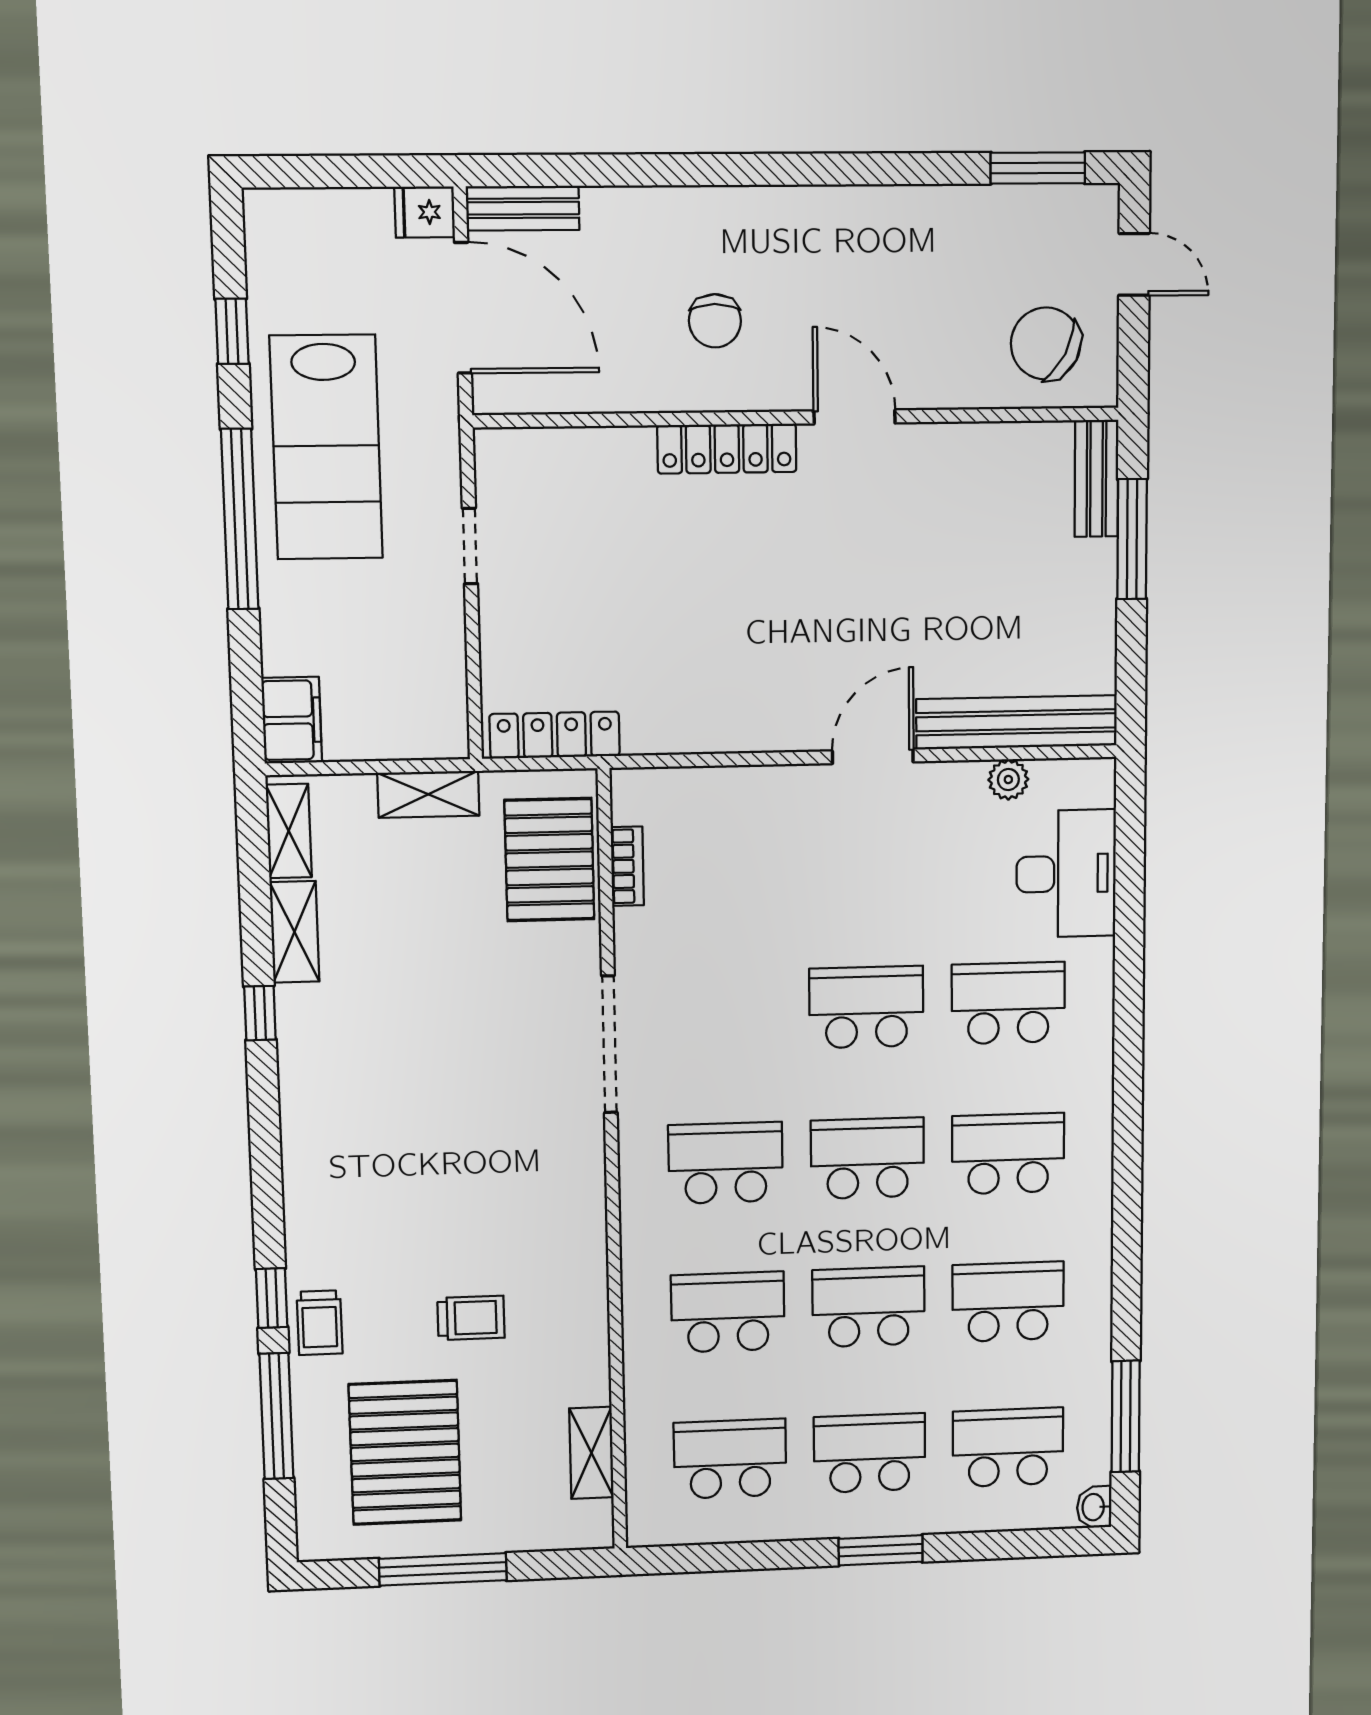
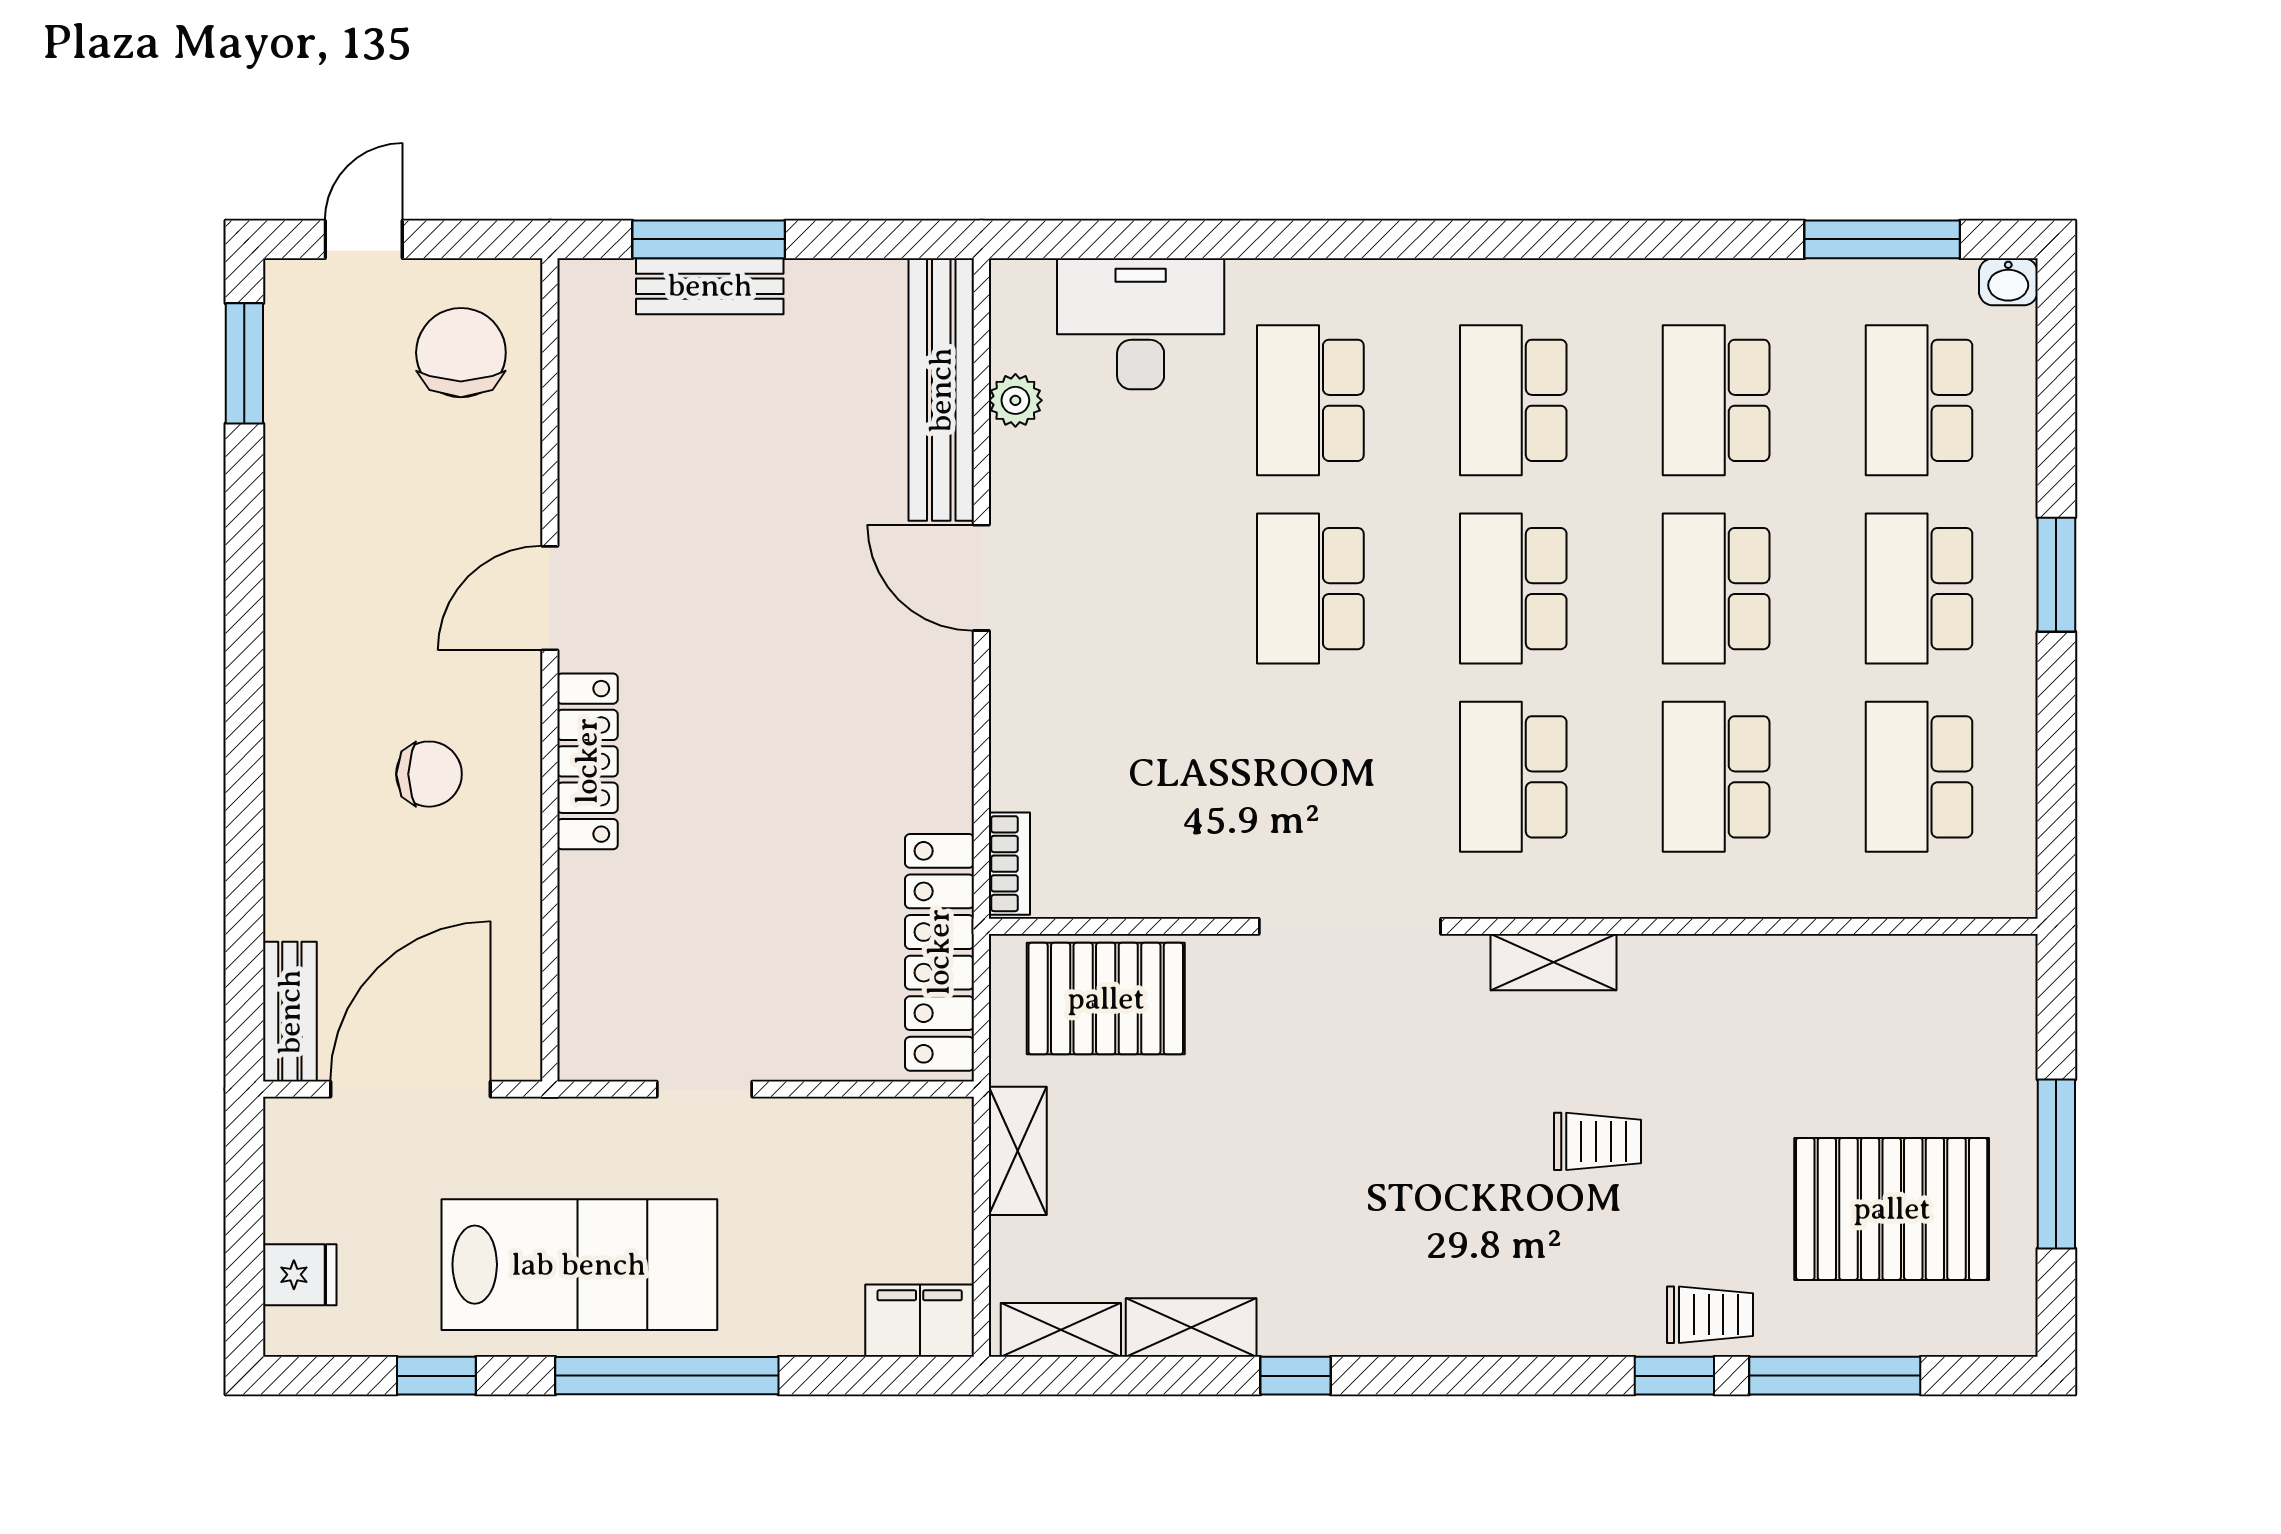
fridge: (425, 212) -> (300, 1275), moved, turned -90
chair: (1046, 344) -> (461, 353), turned 152
bench: (1096, 478) -> (710, 286), moved
locker: (555, 735) -> (939, 952), width x1.41, depth x1.21
bookcase: (627, 866) -> (1009, 864), moved, turned 90
trolley: (471, 1318) -> (1598, 1141), moved, turned 90
shelving: (591, 1453) -> (1553, 962), moved

